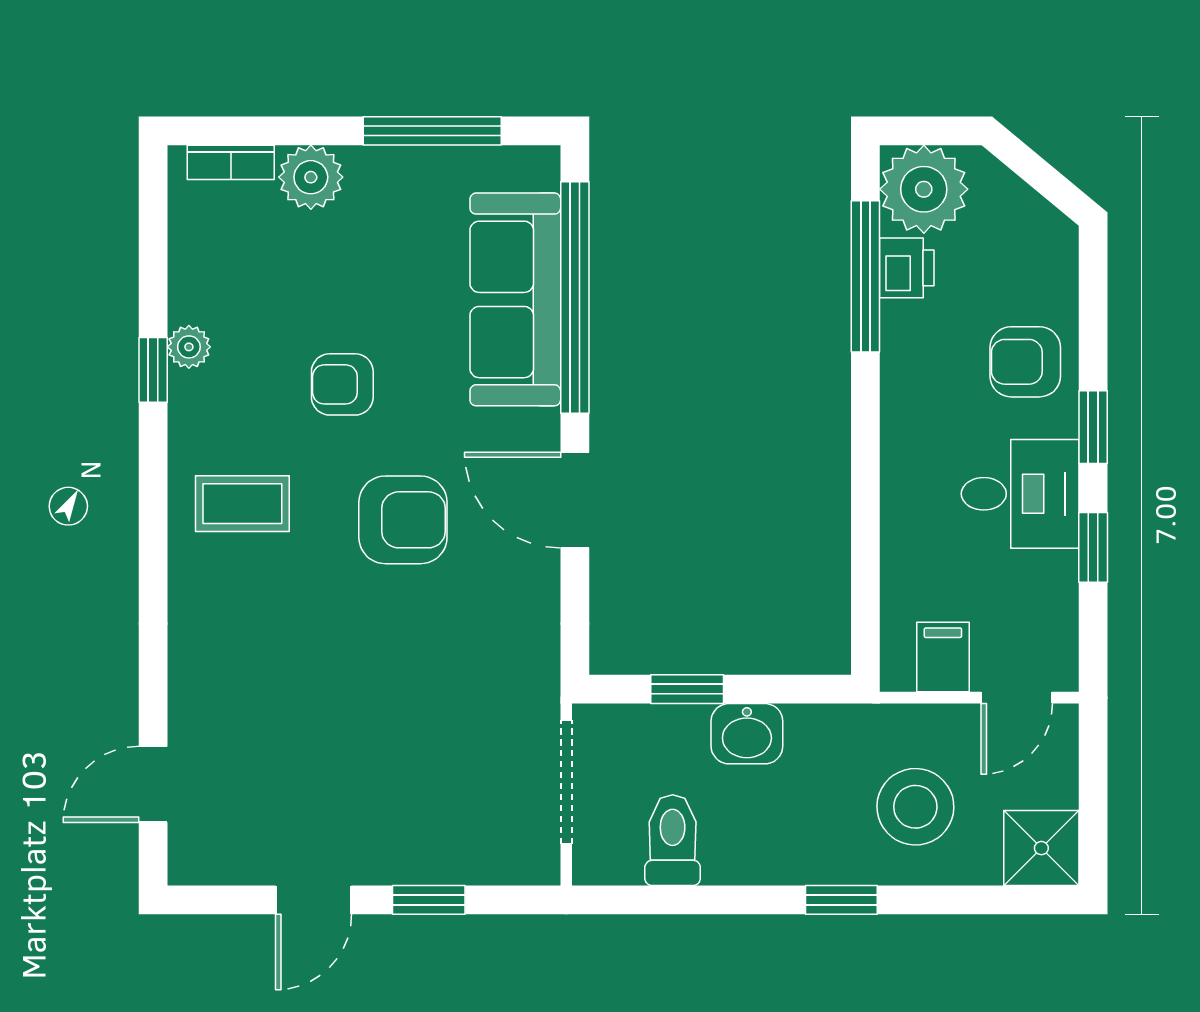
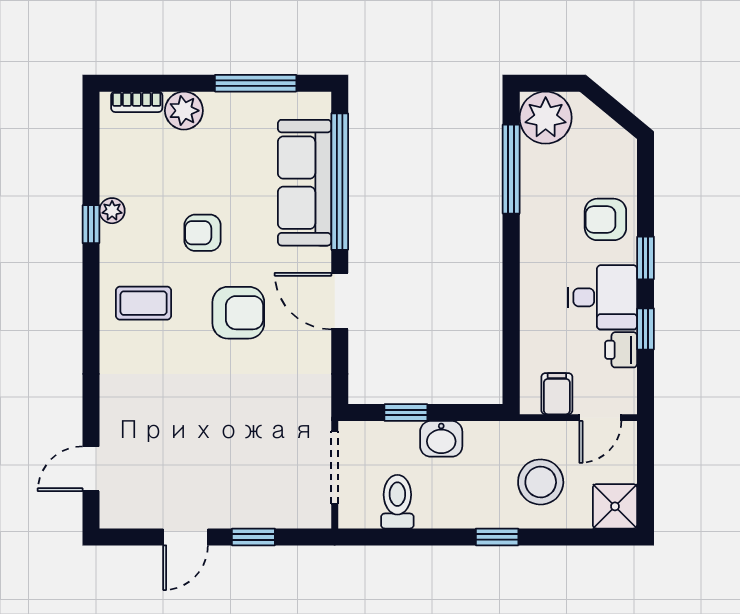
printer: (907, 268) -> (621, 350), moved, turned 180

